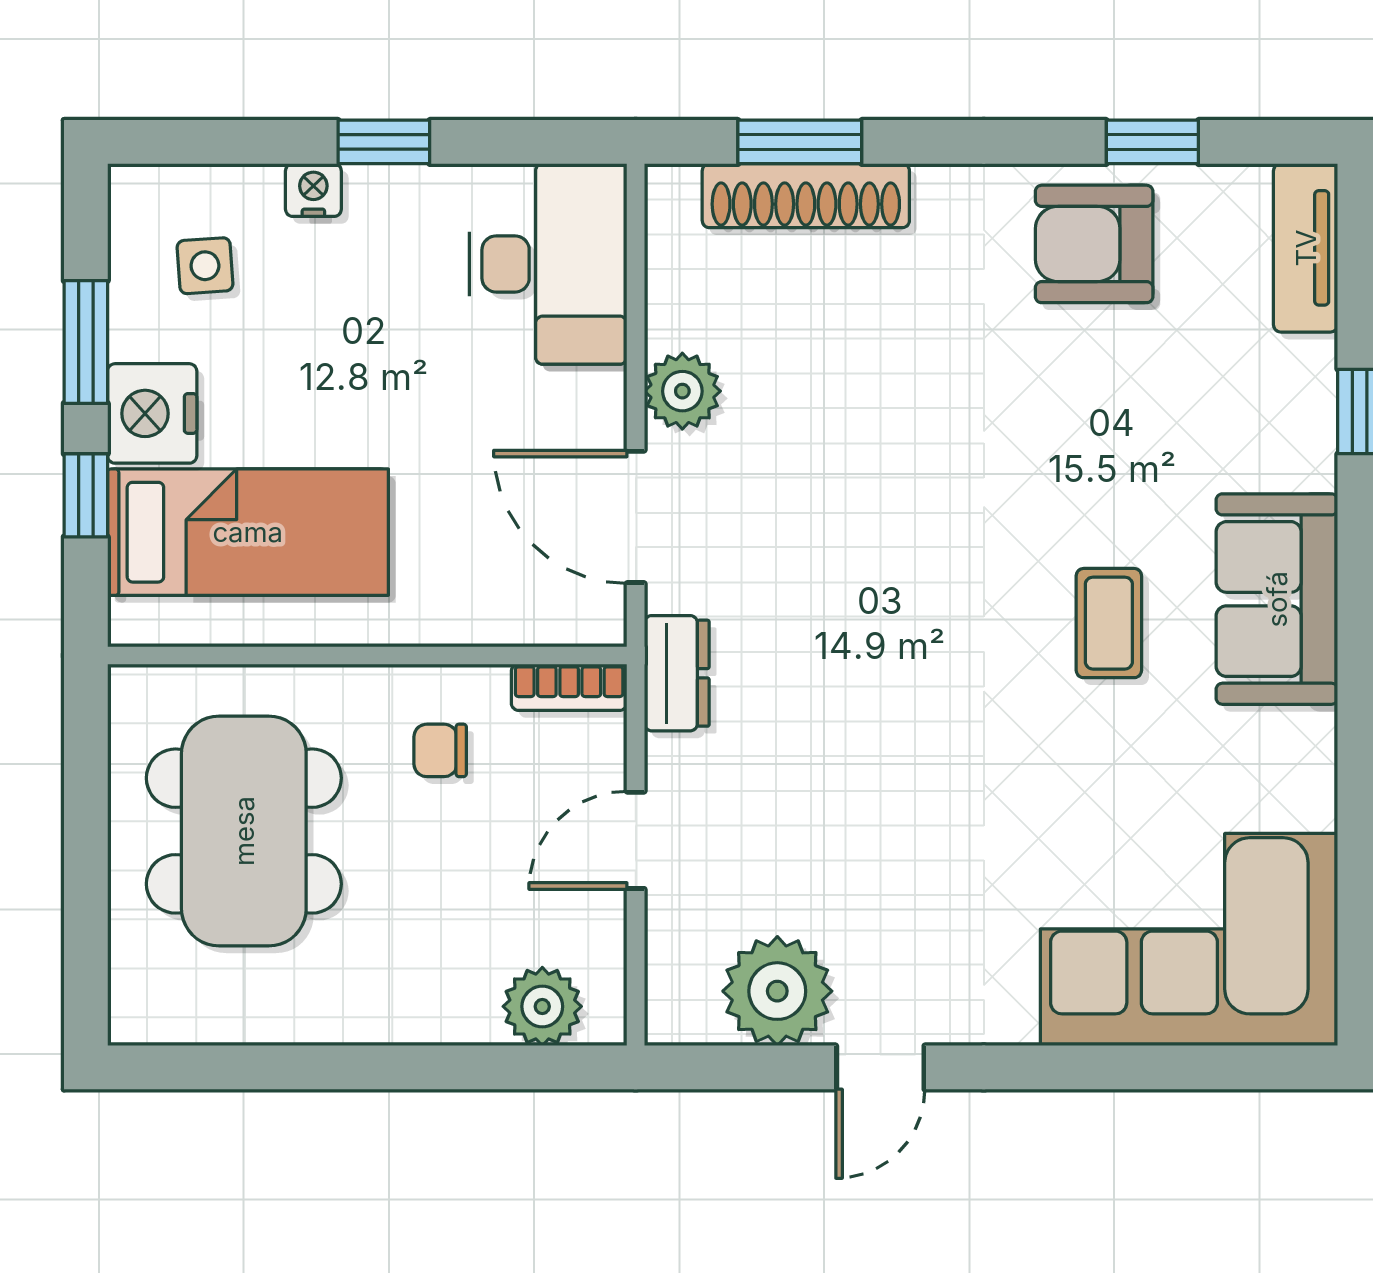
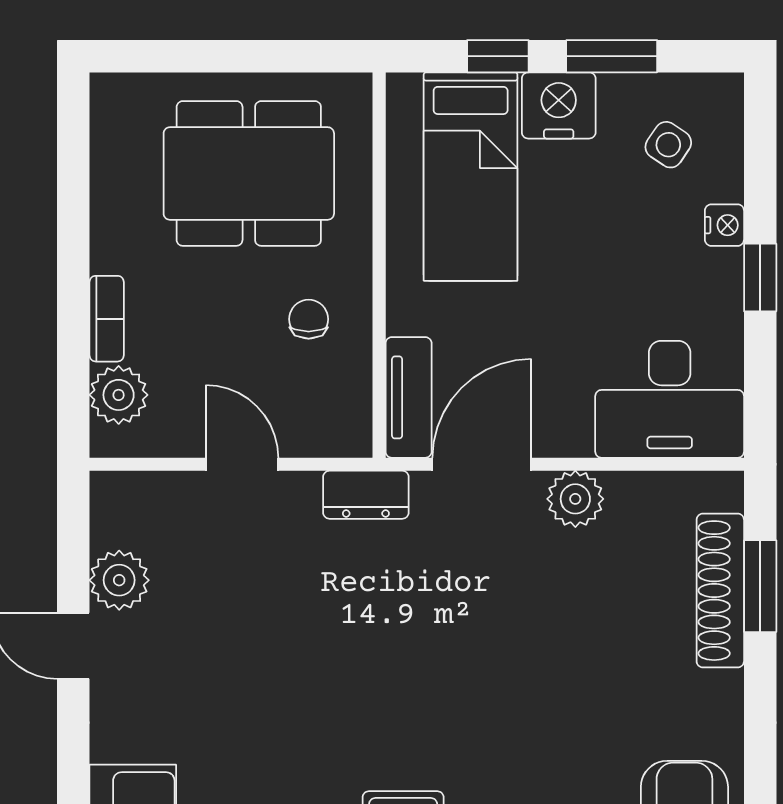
side table: (205, 266) -> (668, 145), turned 38
tv unit: (546, 616) -> (409, 397), added
bookcase: (569, 687) -> (107, 319), moved, turned 180
plant: (777, 991) -> (119, 580), width x0.73, depth x0.73

